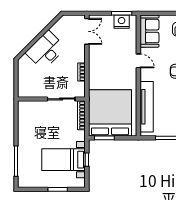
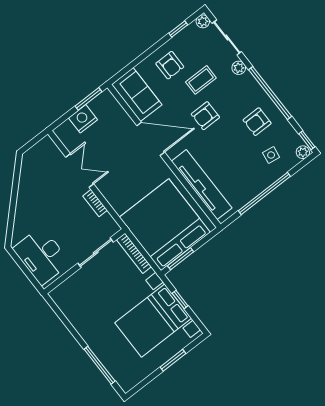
nightstand: (122, 22) -> (83, 119), moved
double door: (87, 31) -> (80, 170), moved
desk: (46, 50) -> (42, 256), moved, turned -45
door: (138, 61) -> (151, 139), width x1.88
bed with nightstands: (64, 160) -> (153, 321), width x1.36

